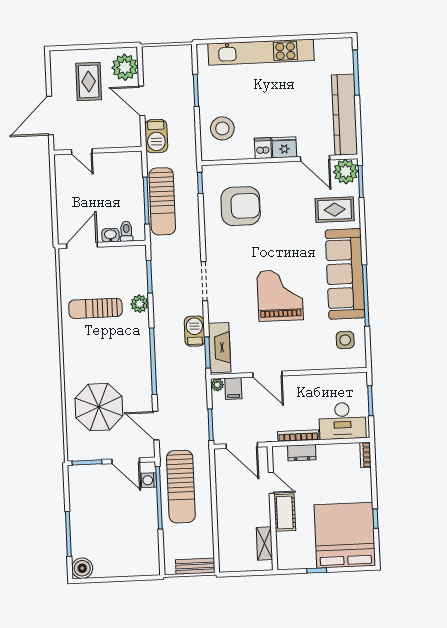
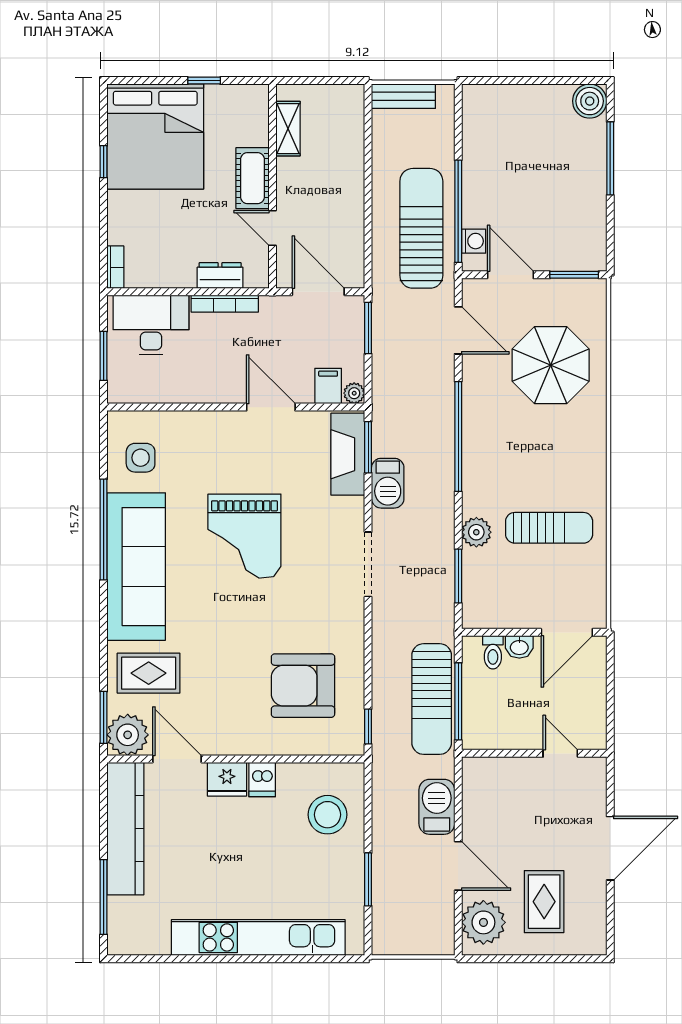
door: (82, 151) -> (560, 753), moved
wall: (98, 151) -> (534, 753), moved
sun lounger: (162, 201) -> (432, 699), turned 180

